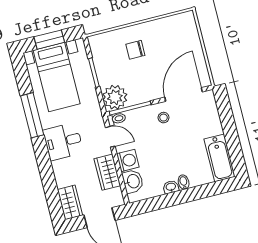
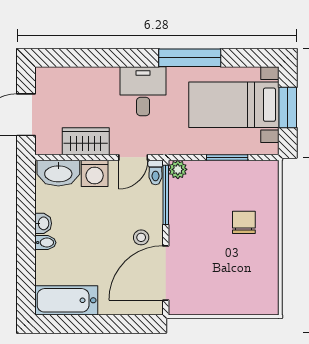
door: (184, 94) -> (166, 273), swing flipped
plant: (115, 97) -> (178, 169), width x0.53, depth x0.53
washbasin: (133, 181) -> (58, 173), width x1.38
wardrobe: (70, 202) -> (57, 80), removed

